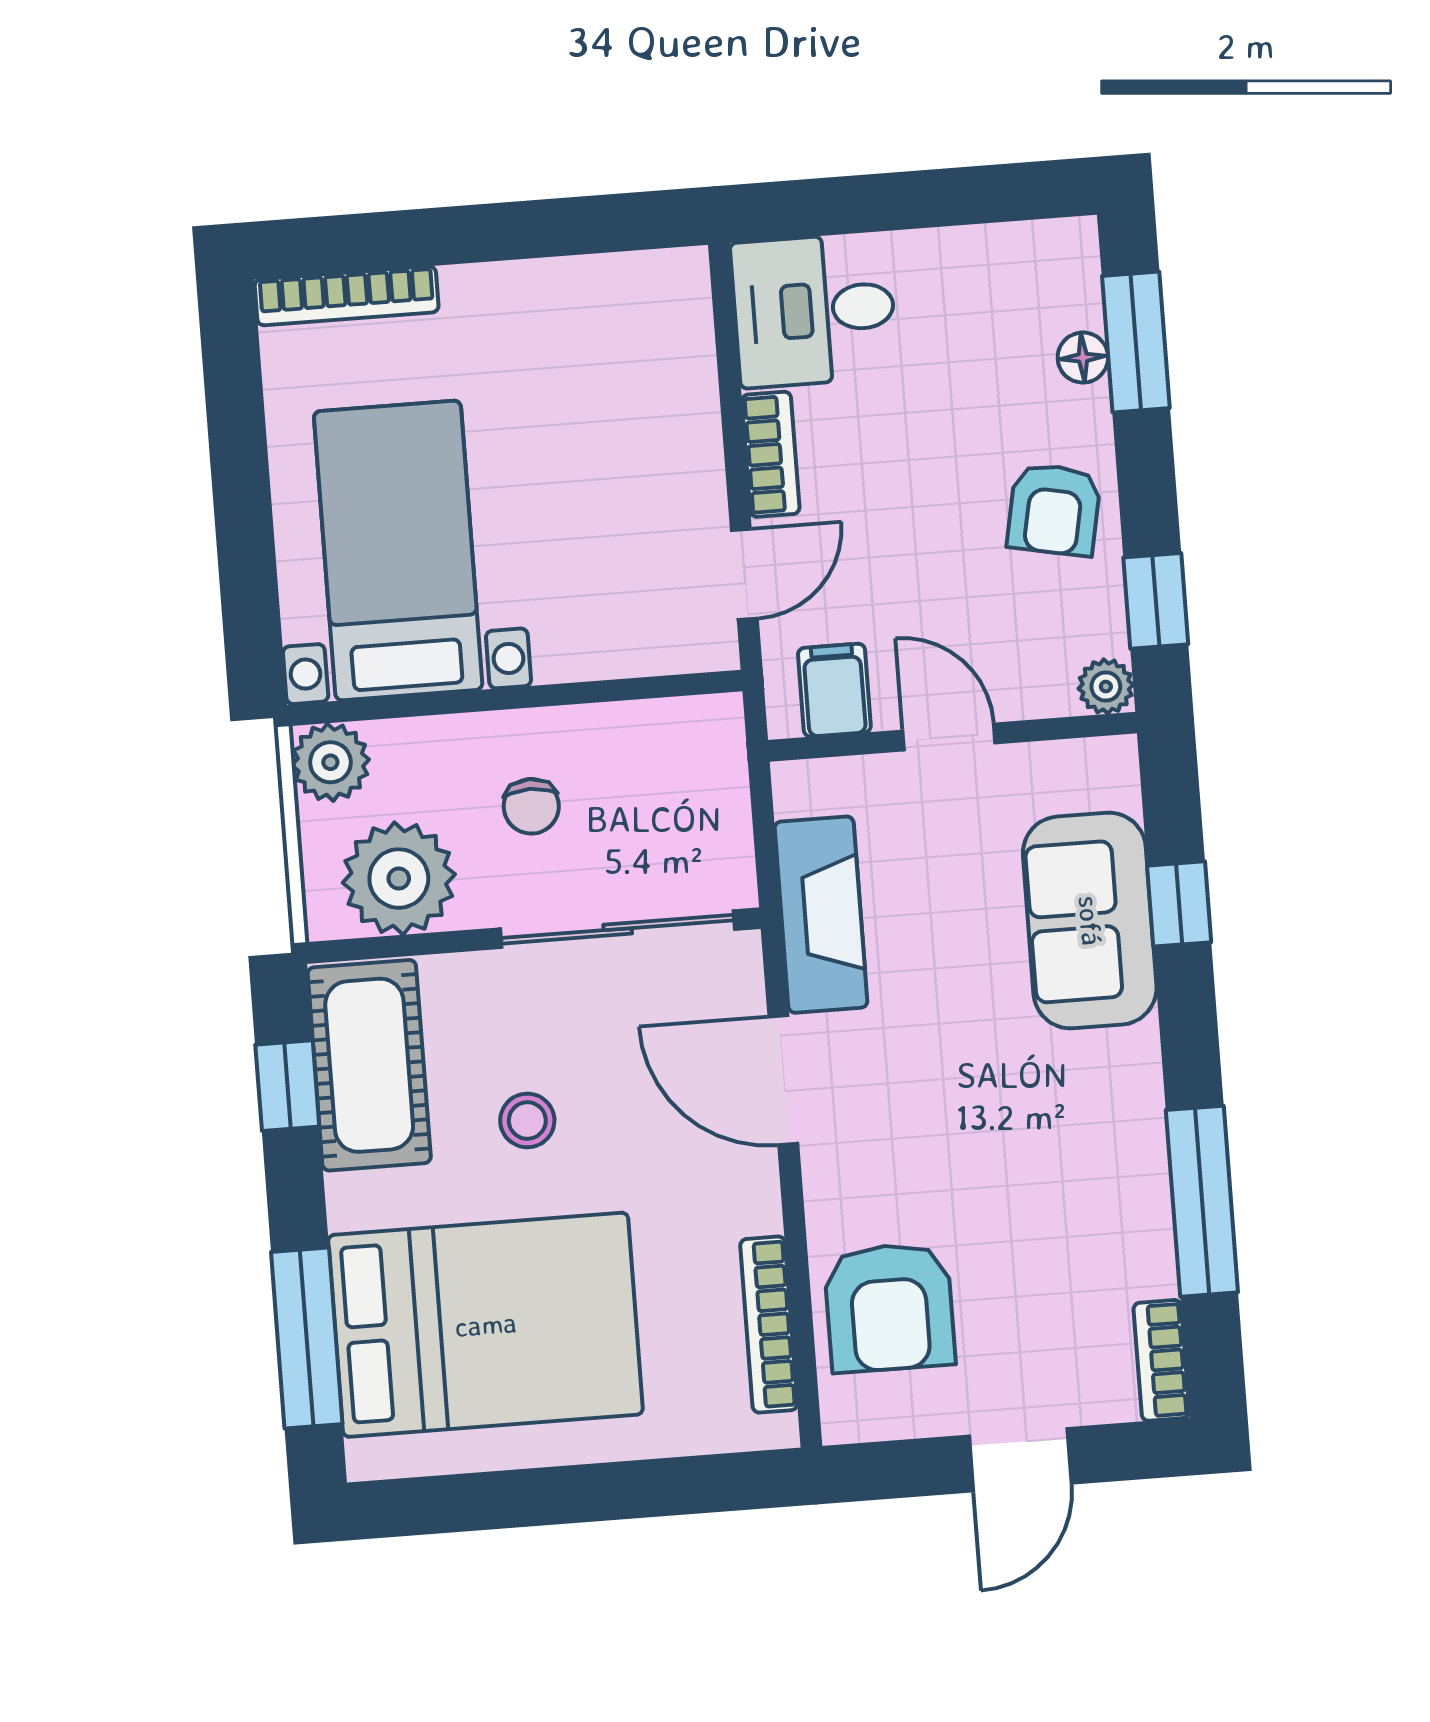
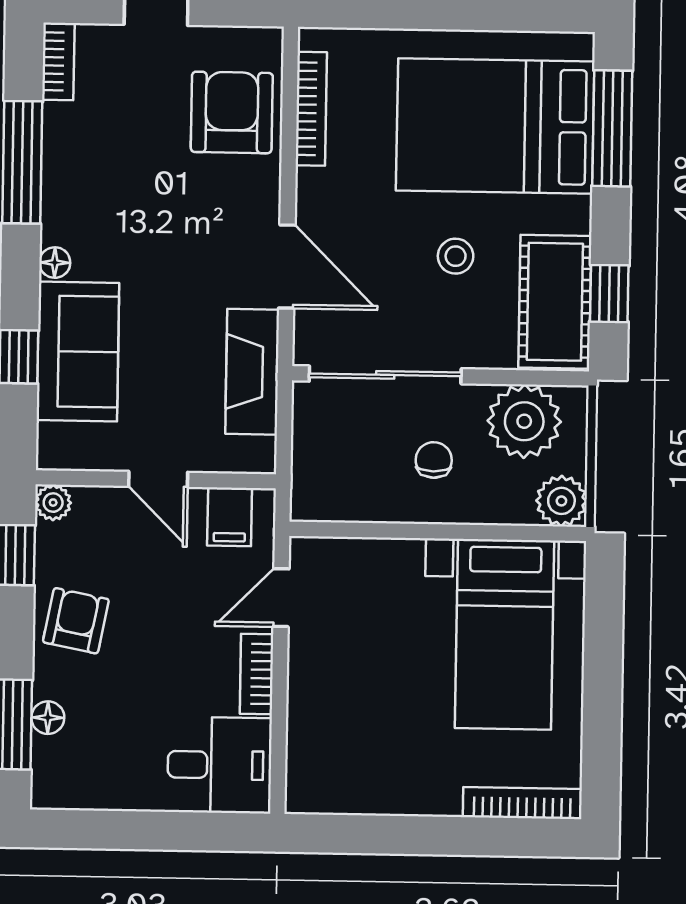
floor lamp: (1138, 1053) -> (55, 263), added

